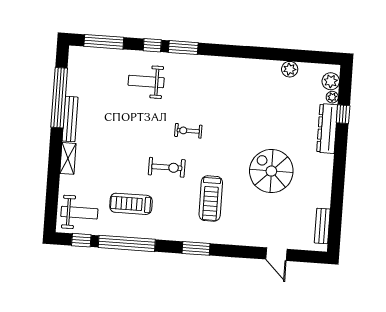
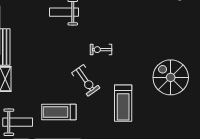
exercise bike: (167, 167) -> (86, 80), turned 55

